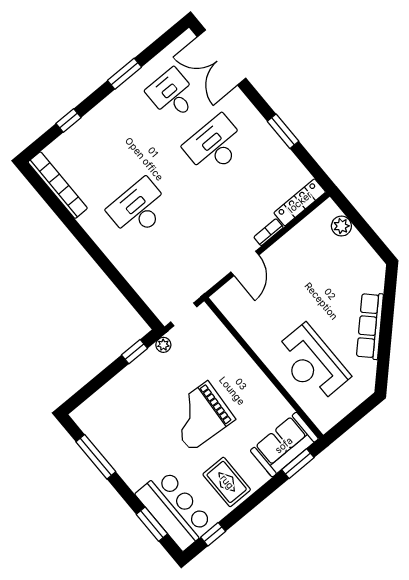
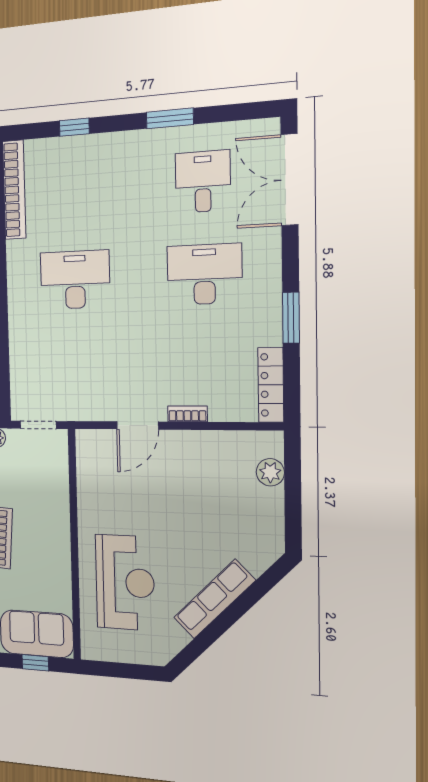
locker: (300, 202) -> (271, 385), moved, turned -90
reception desk: (312, 363) -> (125, 582), turned 180
window: (298, 464) -> (35, 663), width x0.67

